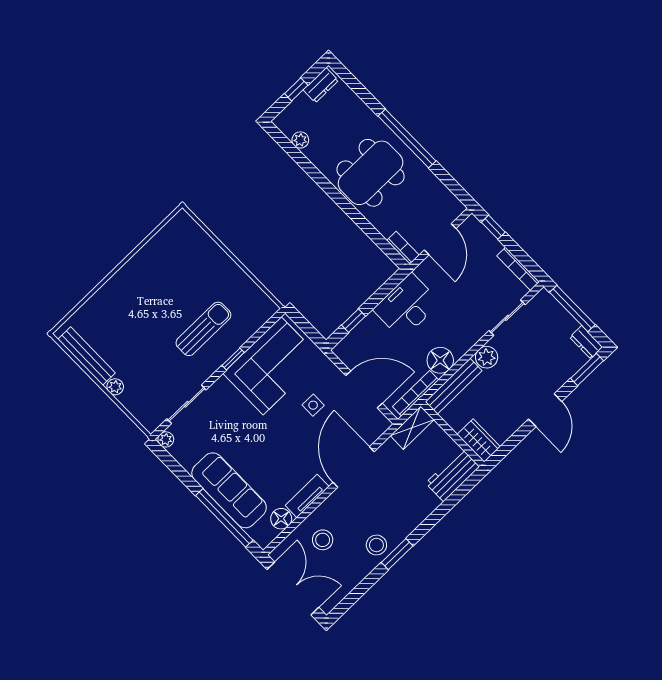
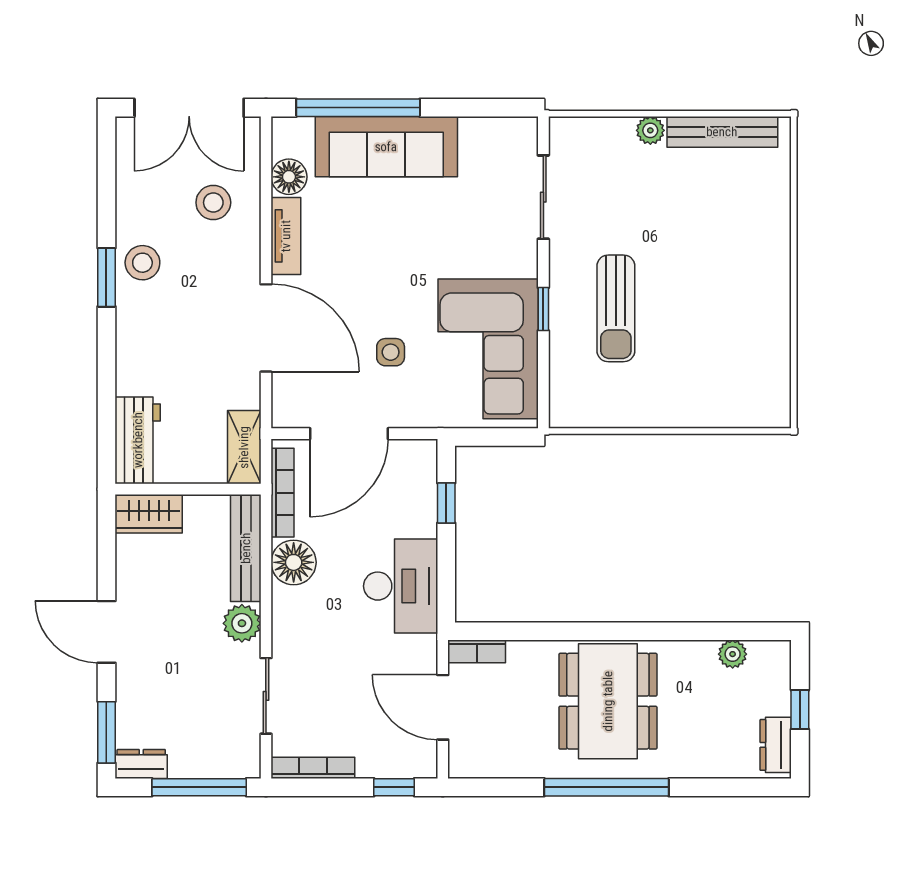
plant: (166, 439) -> (525, 130), removed

